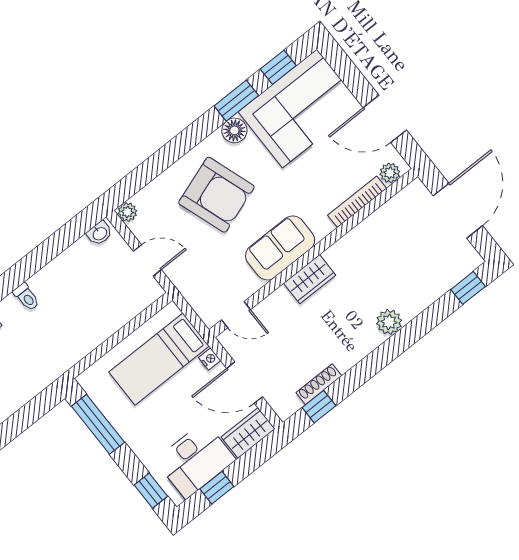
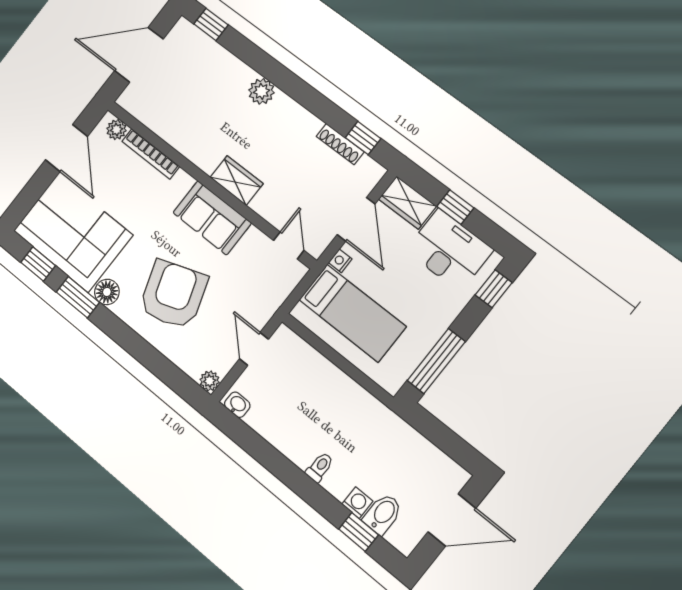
window: (217, 488) -> (455, 207), moved

